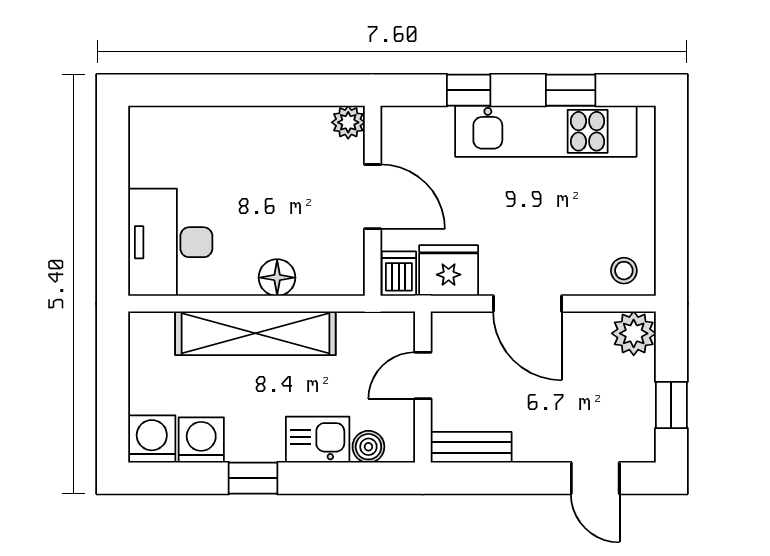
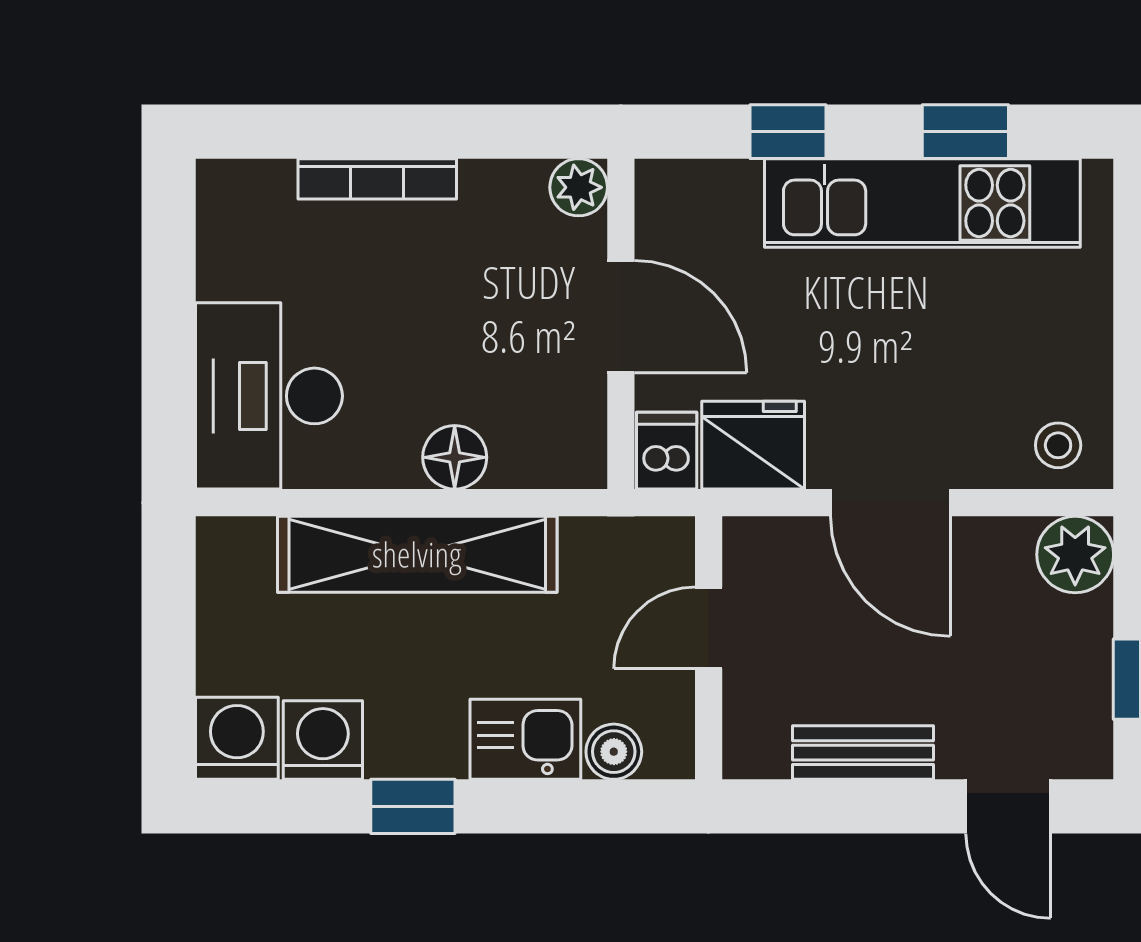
bookcase: (232, 117) -> (377, 179), added
bench: (471, 447) -> (863, 753), moved

